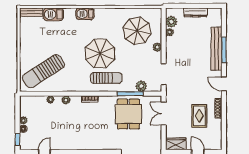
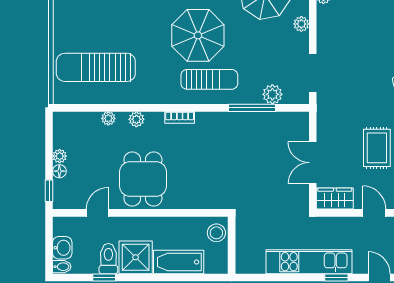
sun lounger: (43, 71) -> (96, 67), turned 33
dining table: (128, 114) -> (143, 179), moved
double door: (164, 114) -> (313, 163), moved

